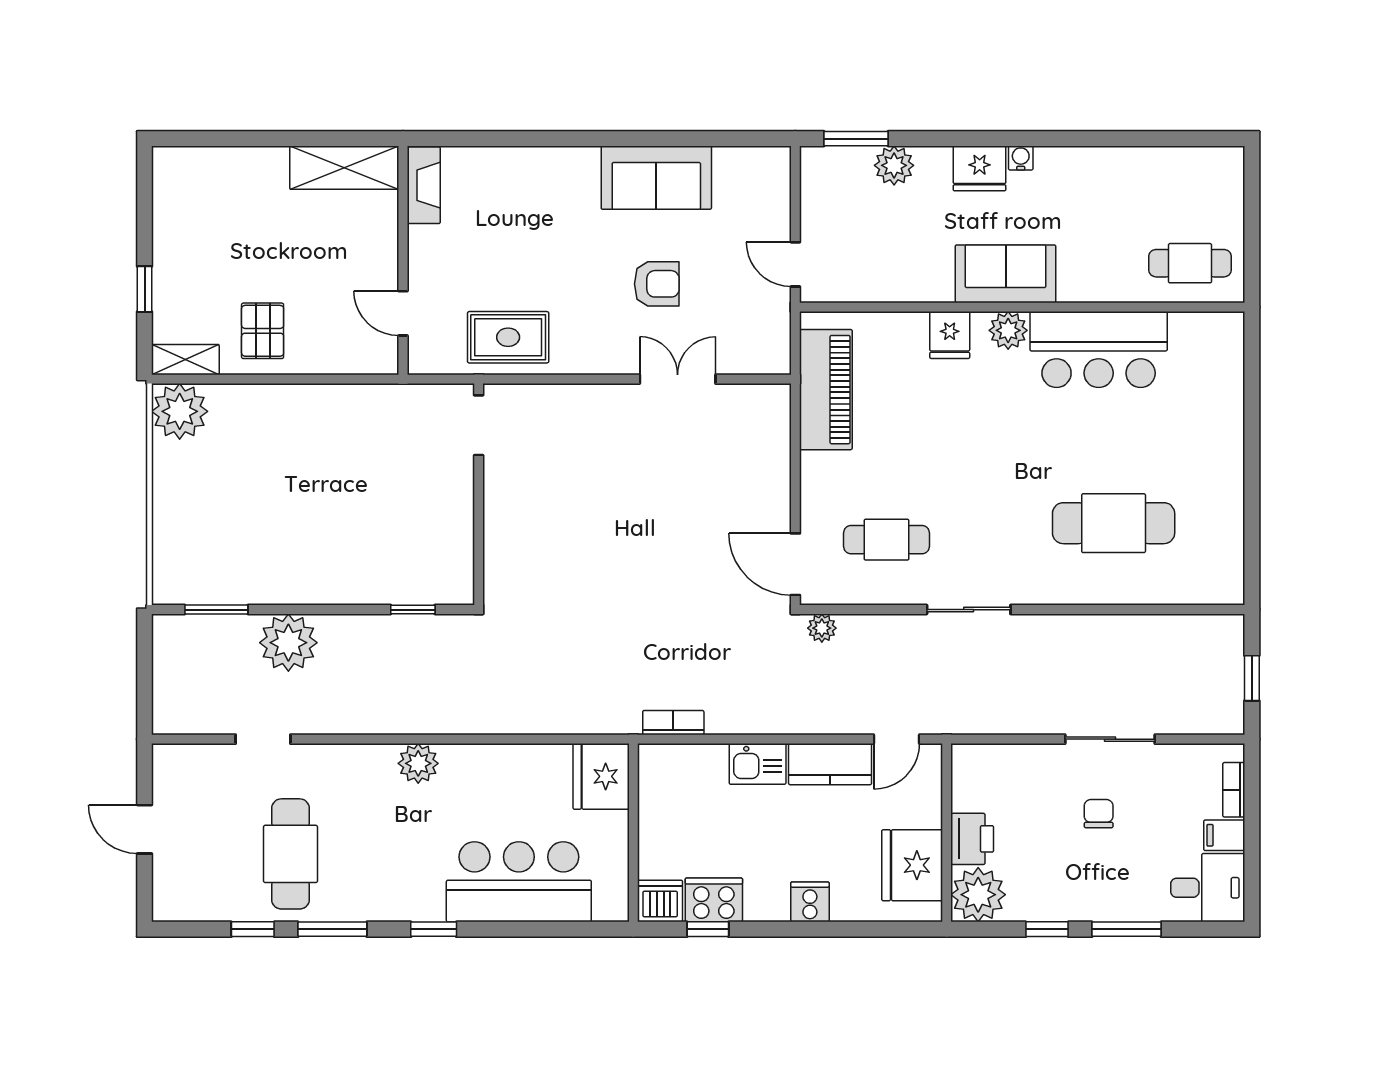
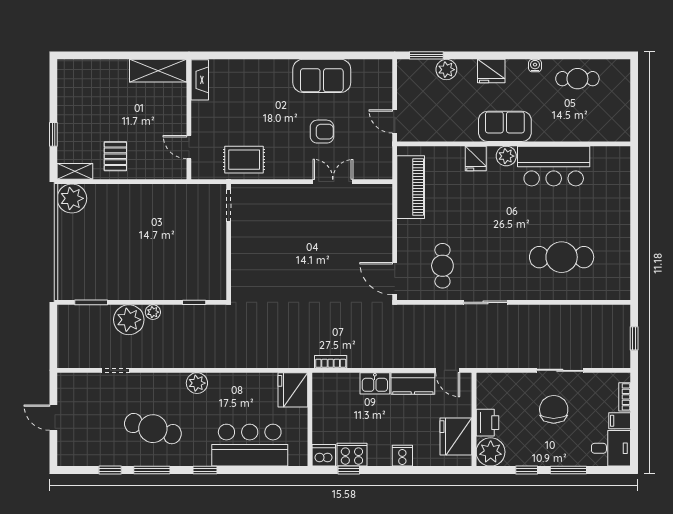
water cooler: (1021, 158) -> (535, 66), moved
cafe table: (1190, 263) -> (577, 79), moved
cafe table: (886, 540) -> (442, 266), turned 90
plant: (822, 628) -> (153, 312), moved
door: (897, 739) -> (448, 370), hinge flipped
chair: (1099, 814) -> (554, 409), width x1.87, depth x1.87
cafe table: (291, 854) -> (153, 429), moved, turned -74

